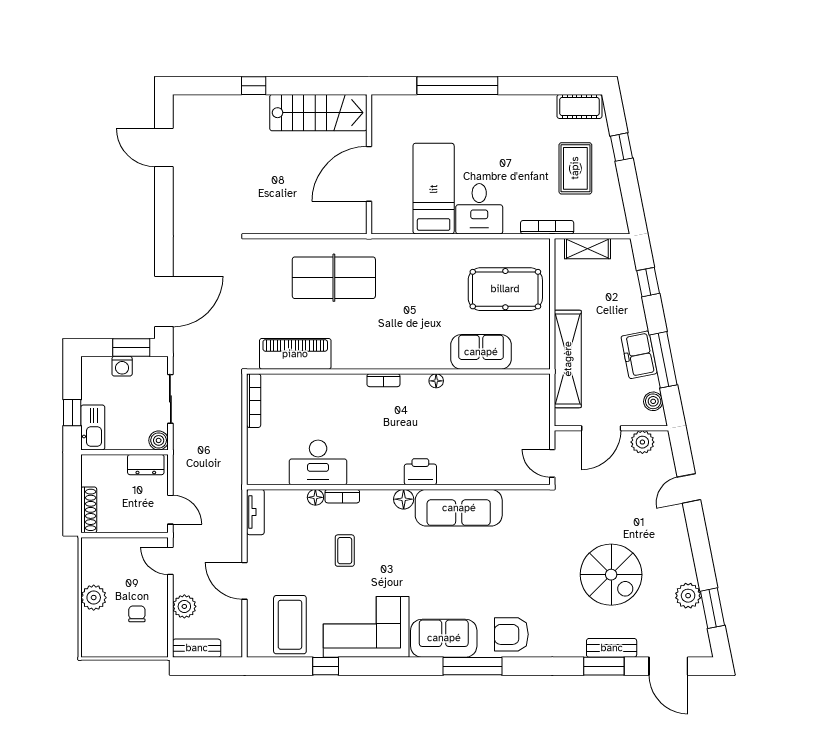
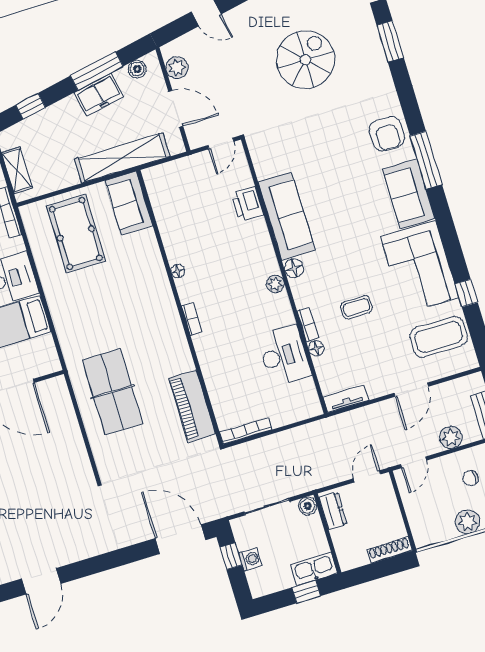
window: (131, 347) -> (231, 556), width x0.67
sofa: (481, 352) -> (129, 203), moved
printer: (420, 472) -> (247, 204), moved
plant: (393, 476) -> (275, 284), added
bench: (612, 648) -> (372, 39), removed

